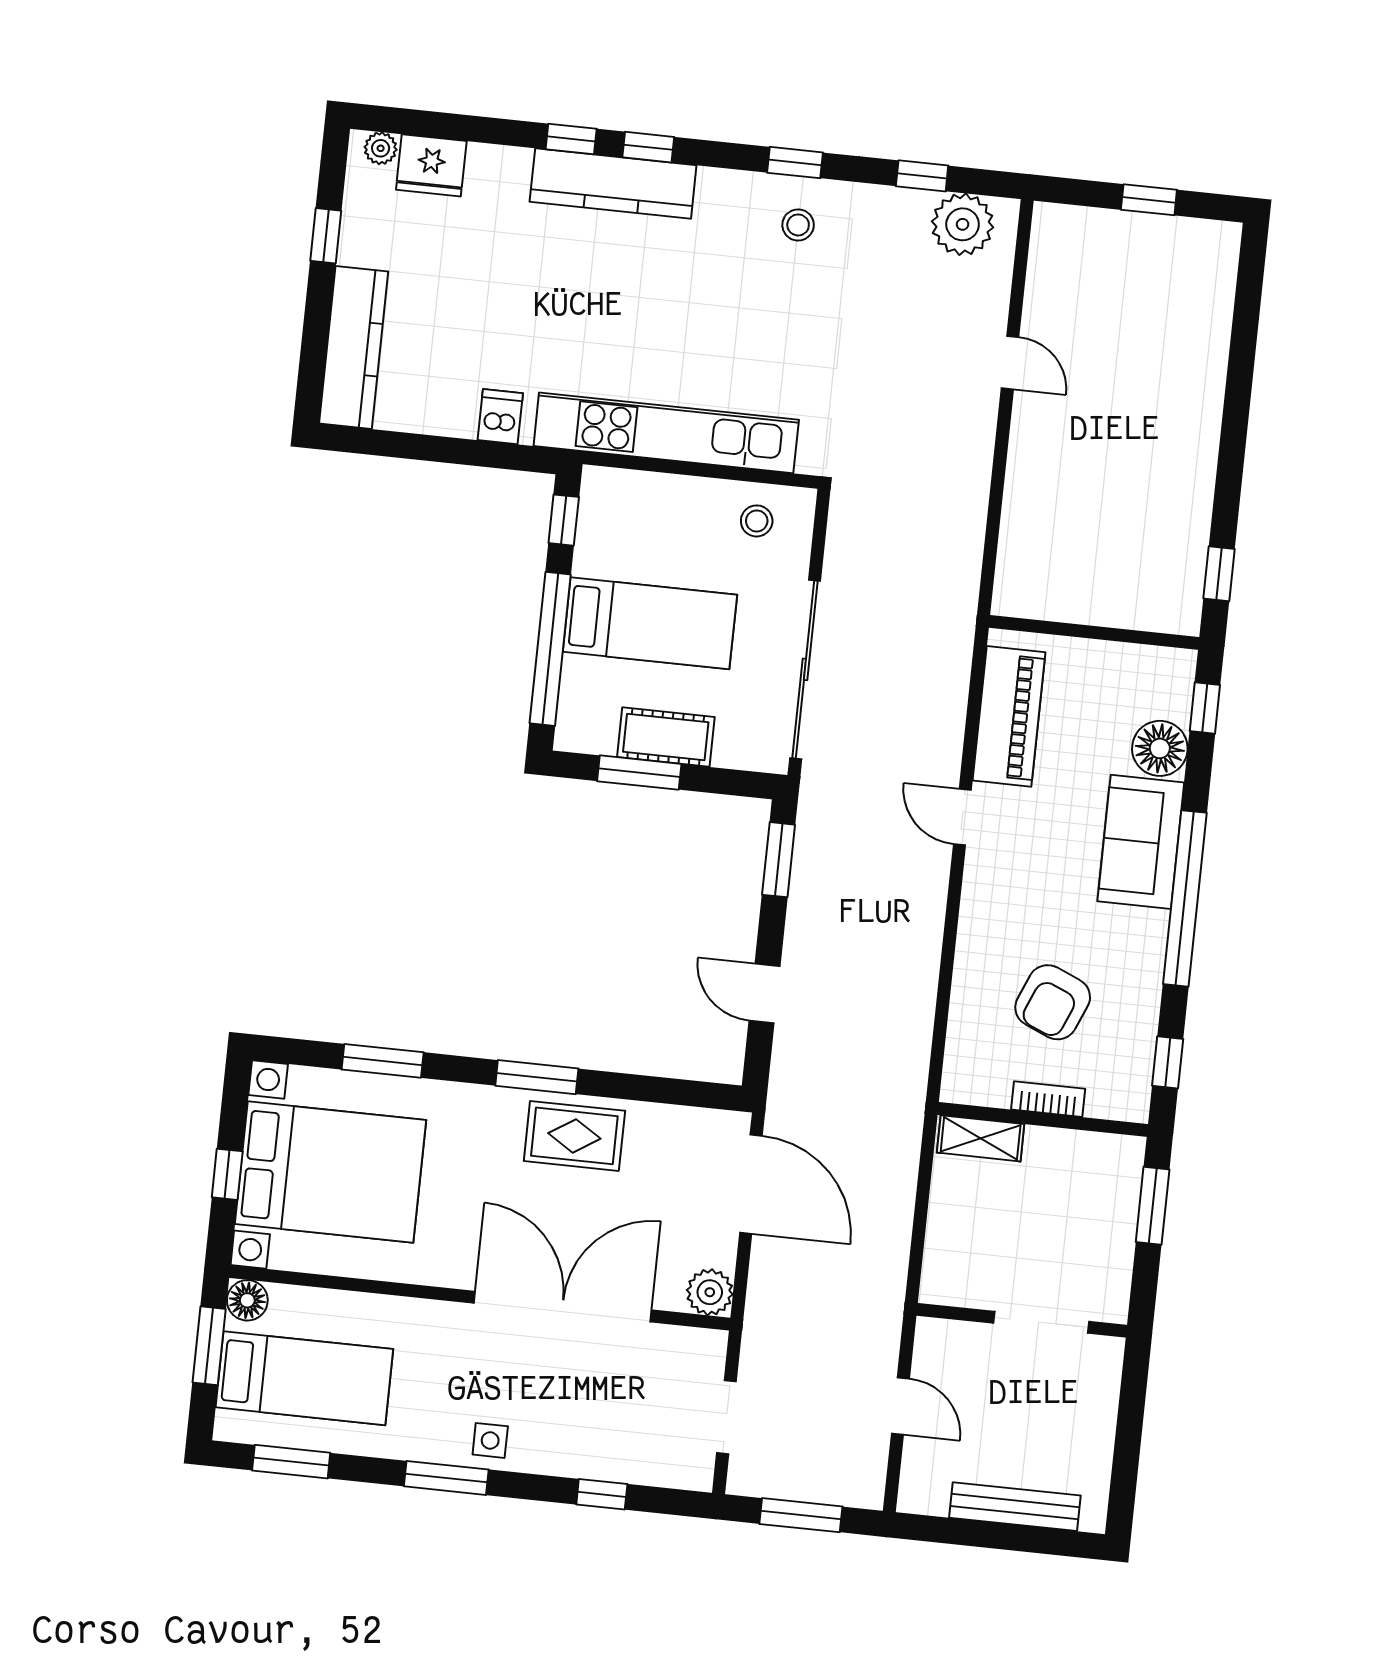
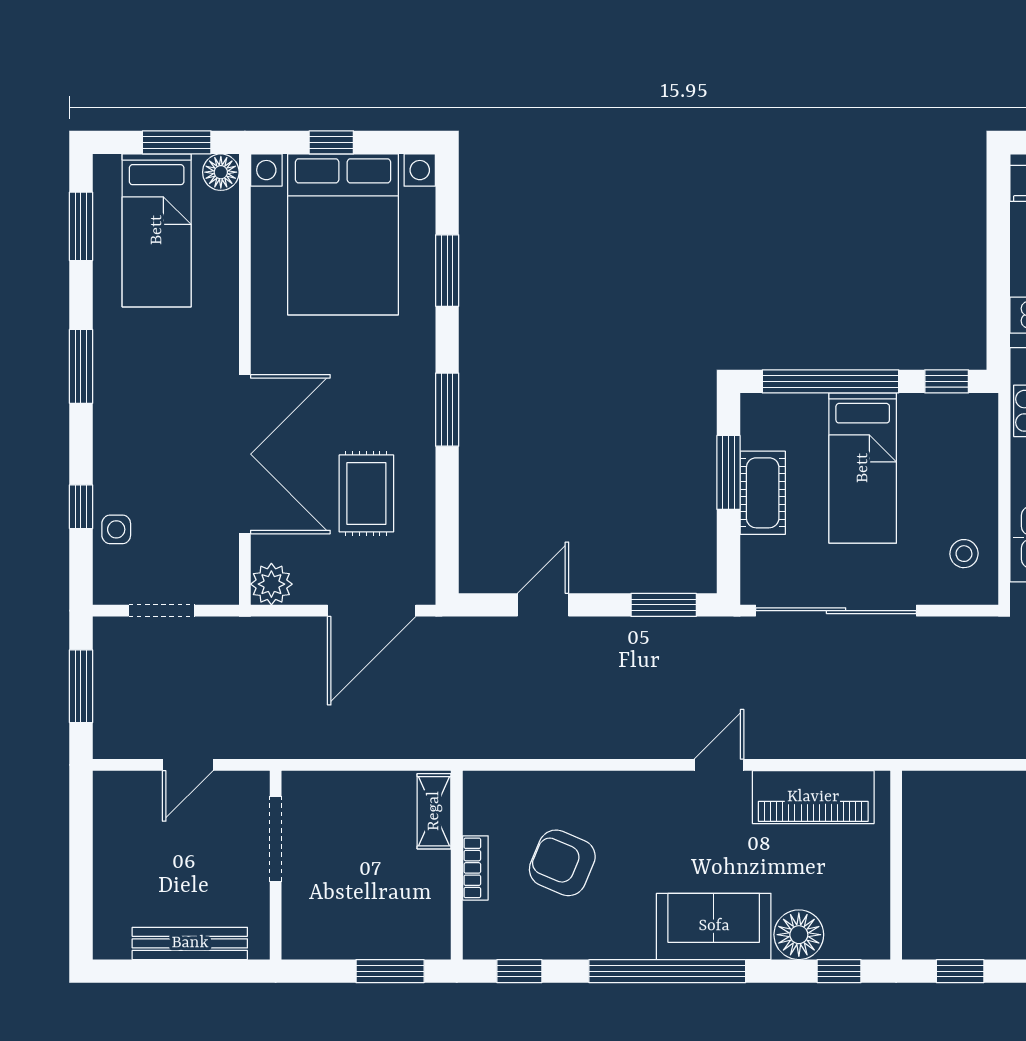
rug: (574, 1136) -> (366, 493), moved
doorway: (1041, 1322) -> (276, 839), moved
side table: (490, 1440) -> (116, 529), moved
bench: (1015, 1507) -> (190, 943), moved, turned 90

